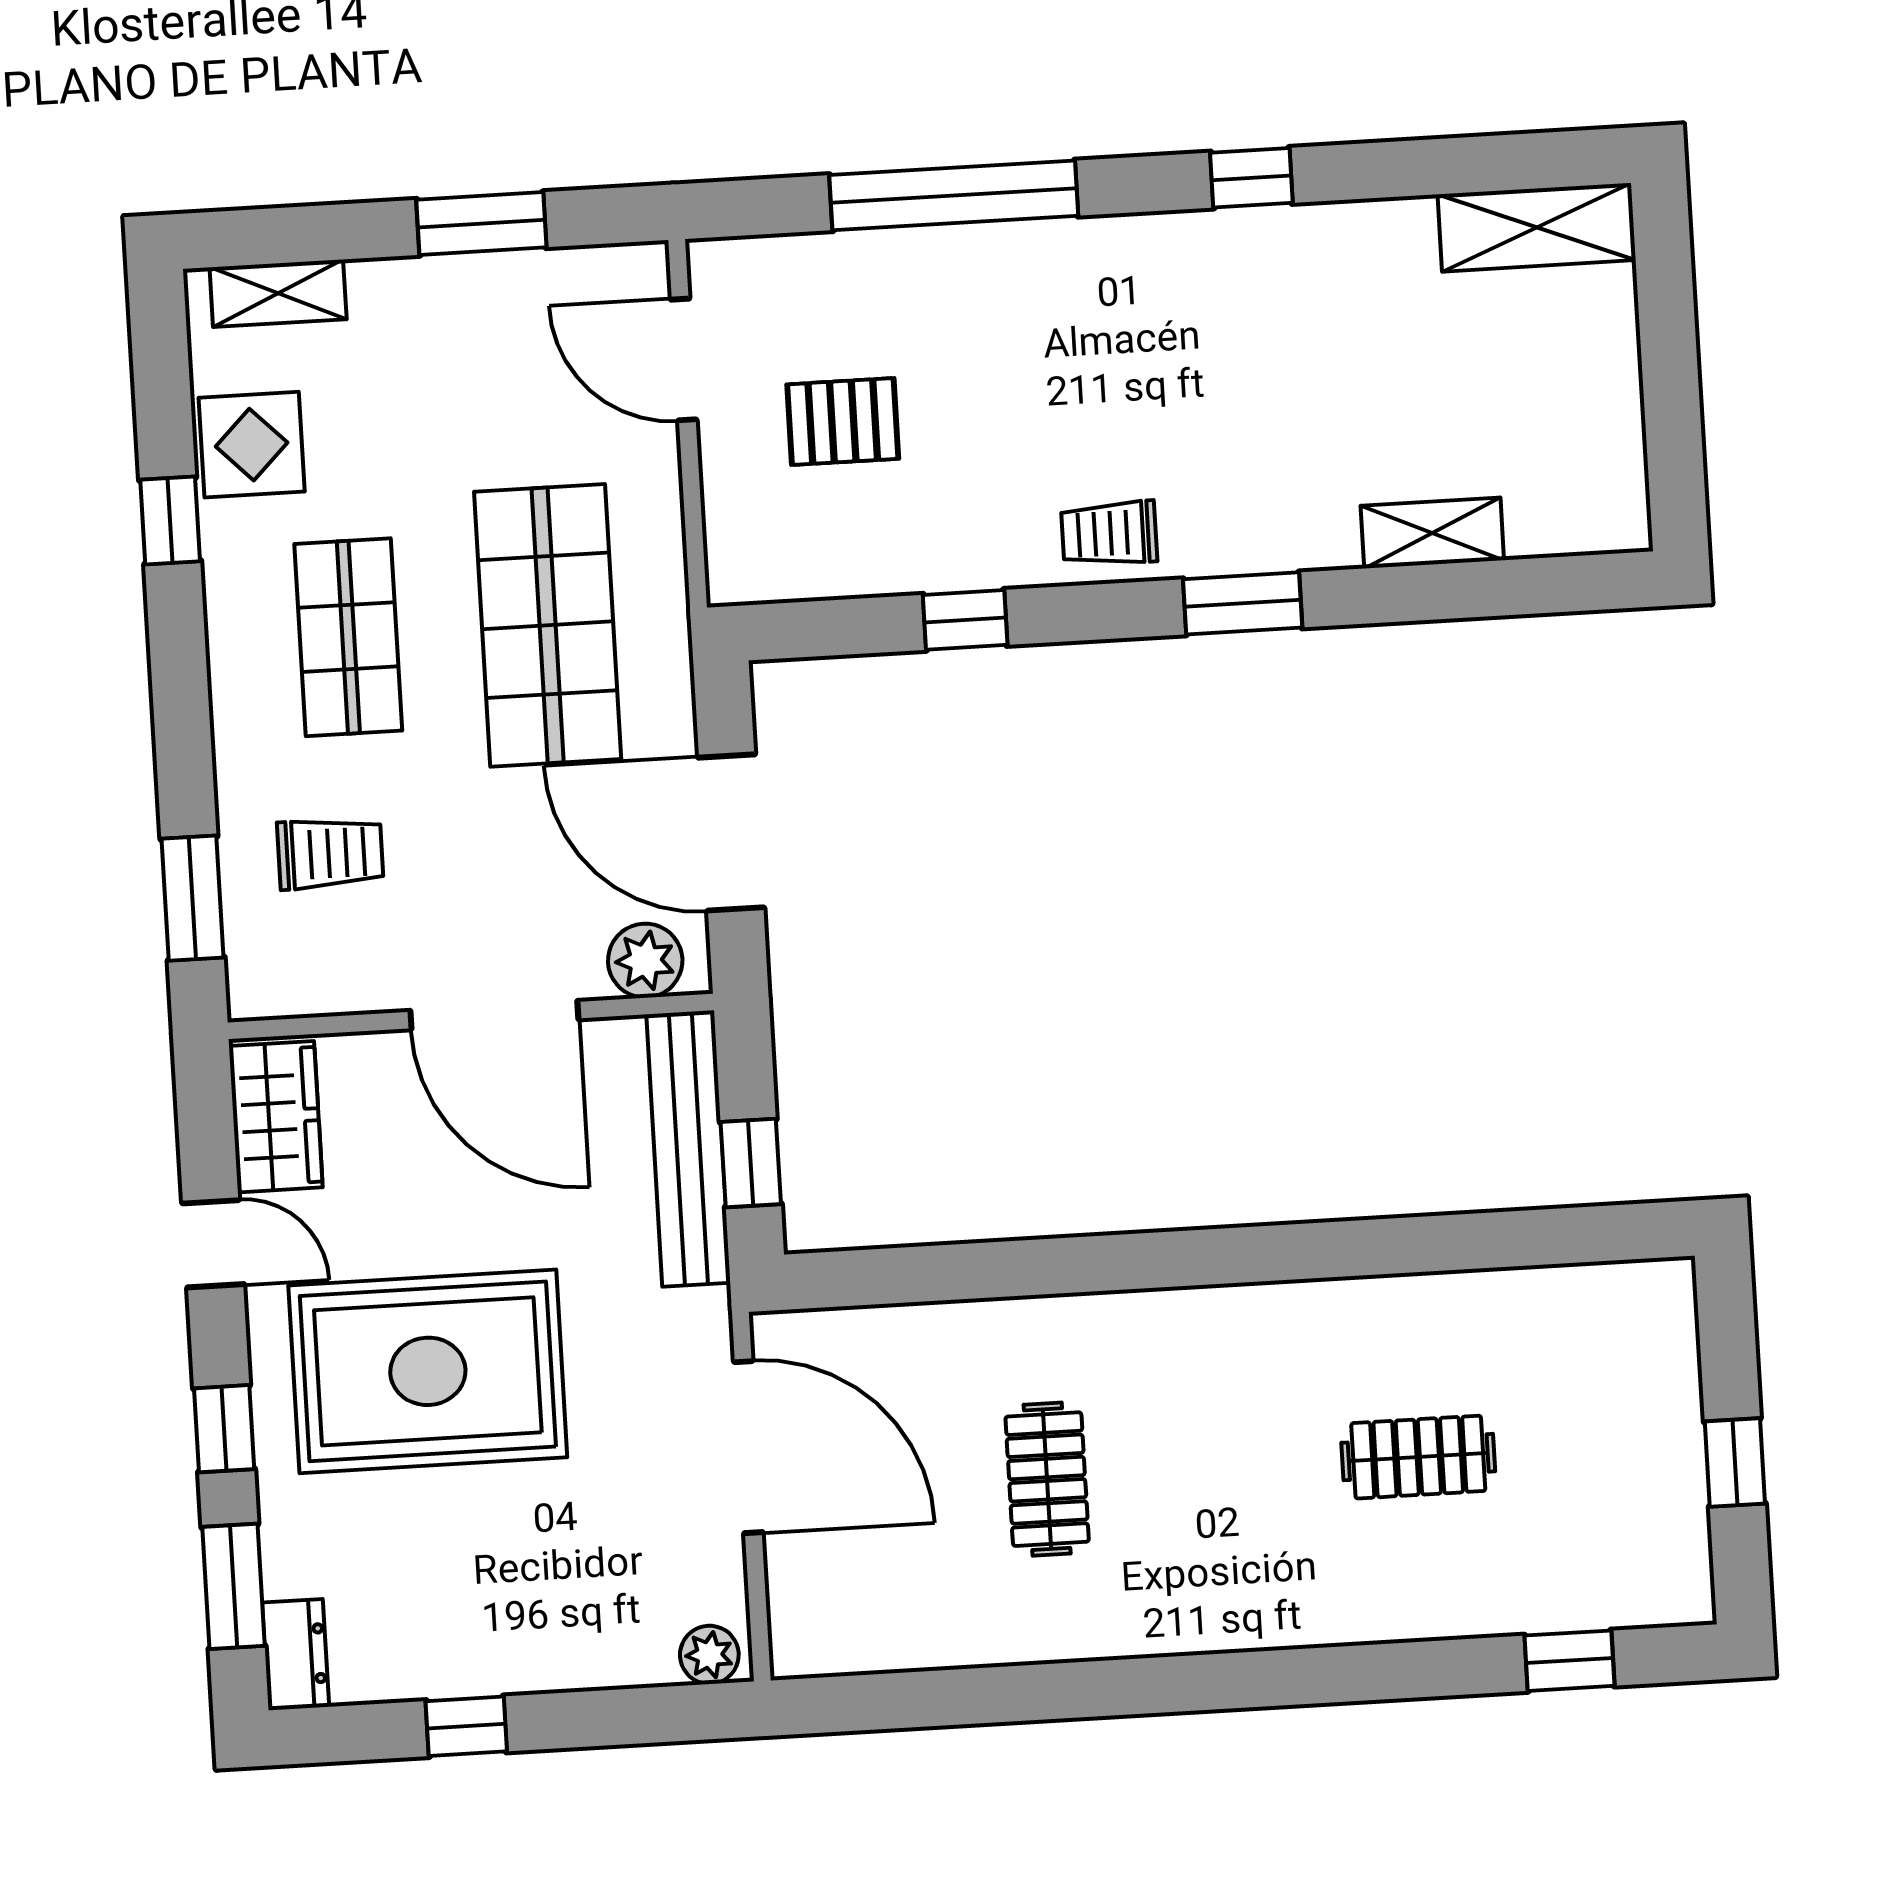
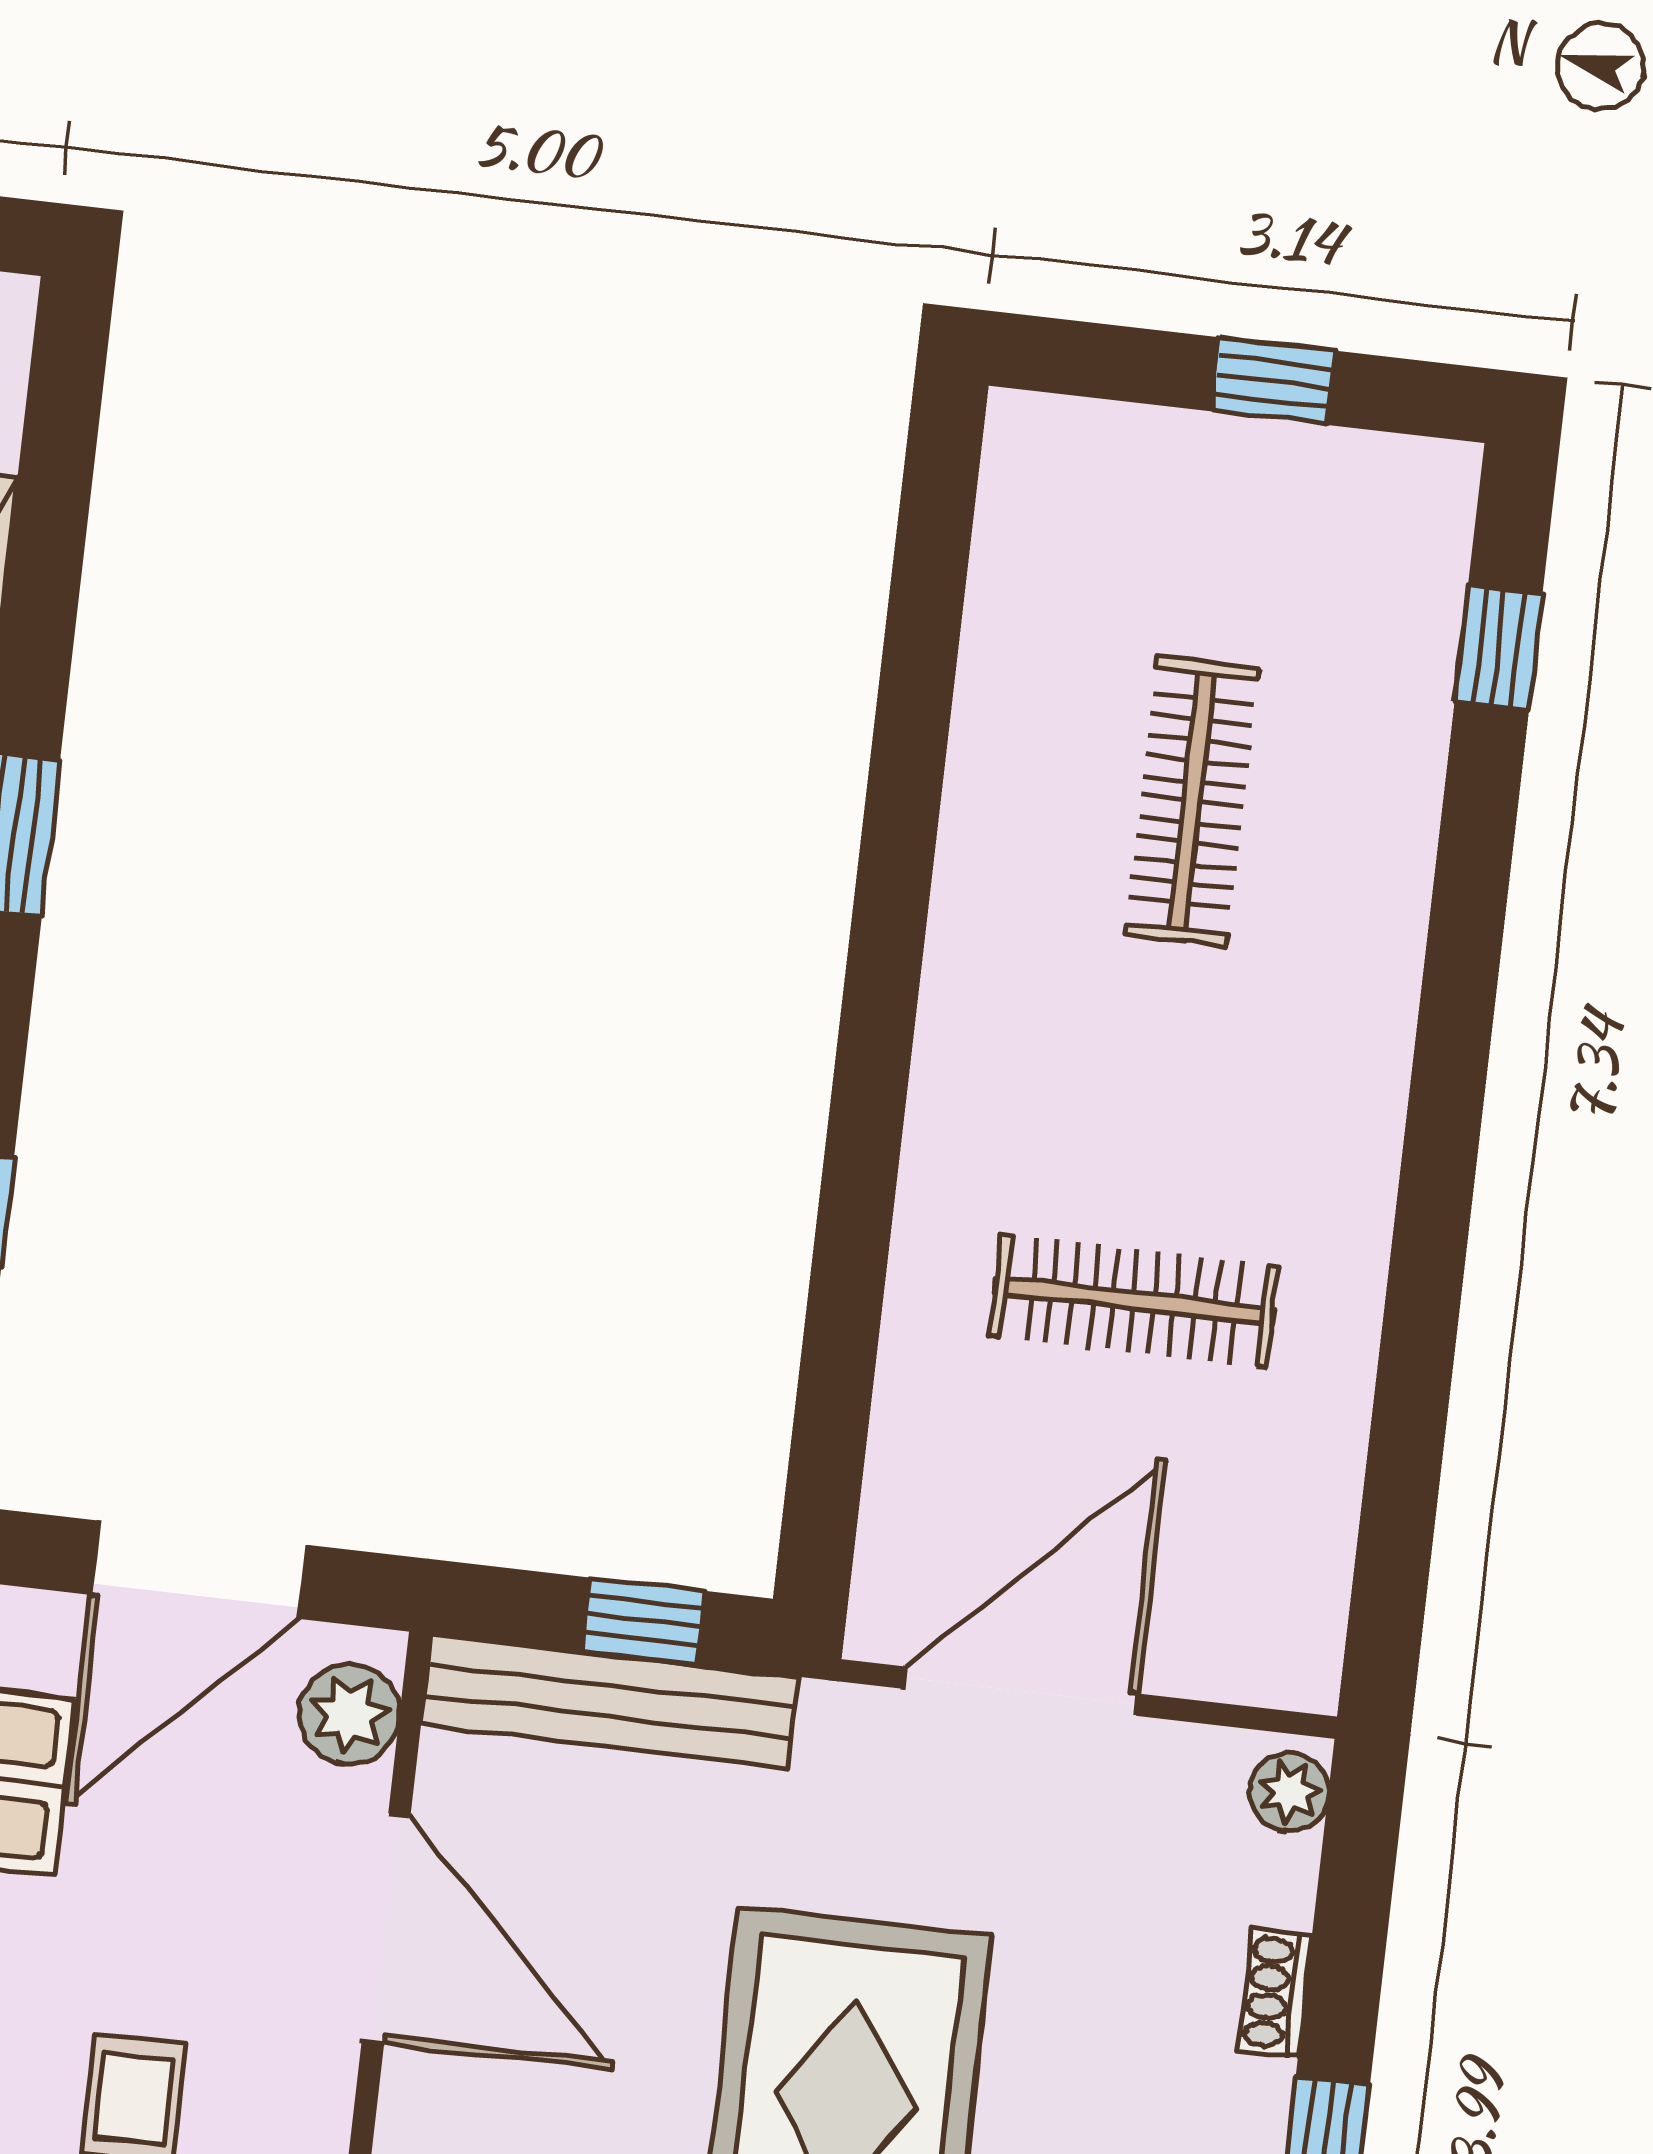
door: (494, 1015) -> (386, 1928), hinge flipped
clothes rail: (1418, 1457) -> (1192, 801), width x1.36
clothes rail: (1047, 1479) -> (1134, 1301), width x1.36
shoe rack: (561, 1671) -> (1275, 1993), added

